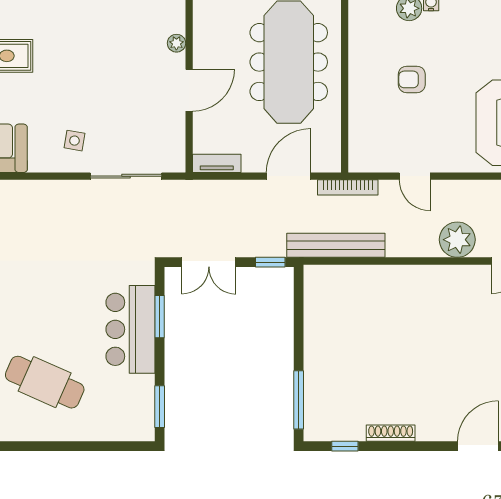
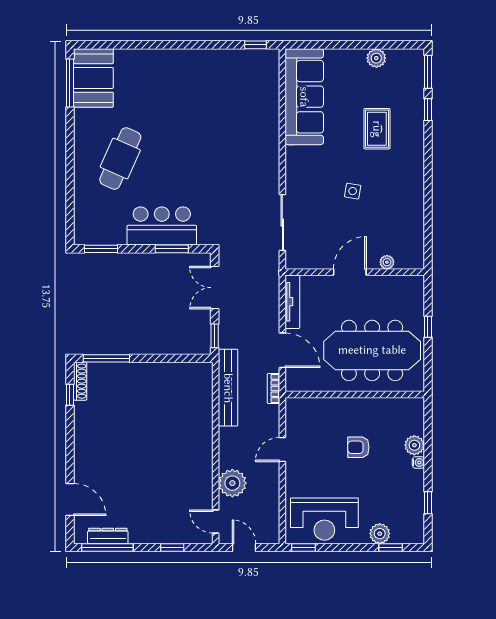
armchair: (412, 79) -> (358, 447), turned -90
door: (189, 90) -> (350, 272), swing flipped
side table: (74, 141) -> (353, 191), moved
tv unit: (217, 163) -> (292, 302), width x1.41
bookcase: (348, 187) -> (274, 388), width x0.64
shoe rack: (391, 433) -> (80, 381), moved

